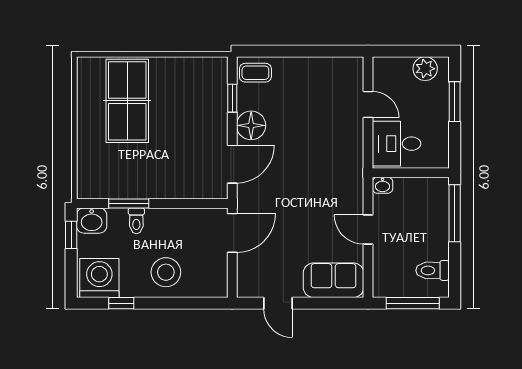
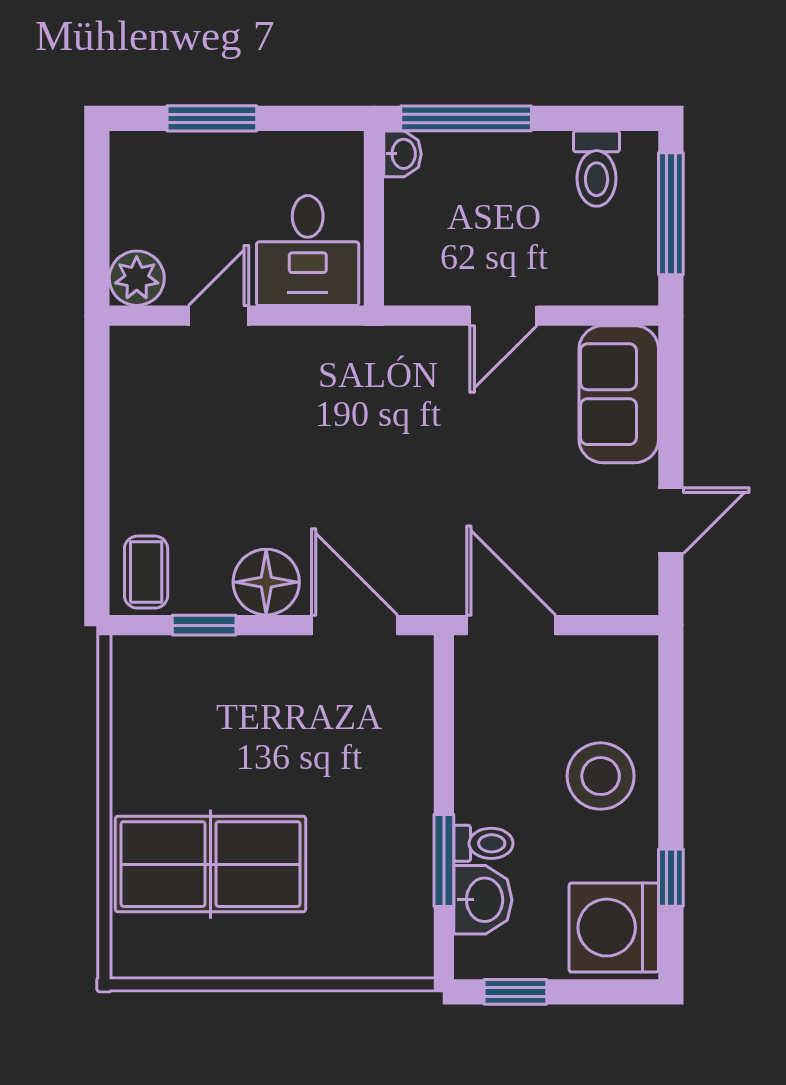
plant: (425, 69) -> (137, 278), moved
washbasin: (383, 185) -> (403, 154), moved
washbasin: (92, 221) -> (483, 900), moved

